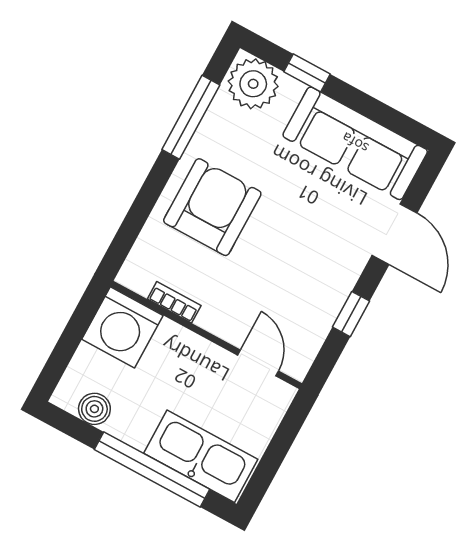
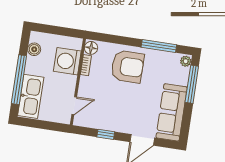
window: (307, 73) -> (192, 84), width x2.17
plant: (253, 84) -> (186, 61), width x0.53, depth x0.53
floor lamp: (139, 276) -> (91, 48), added
washing machine: (122, 327) -> (67, 61), moved

